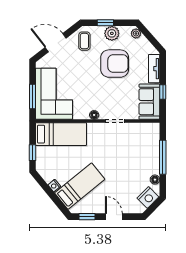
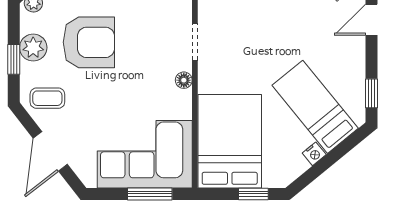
armchair: (115, 64) -> (89, 42), turned 90
bed: (61, 134) -> (230, 141), width x1.50
door: (114, 217) -> (371, 20), moved

